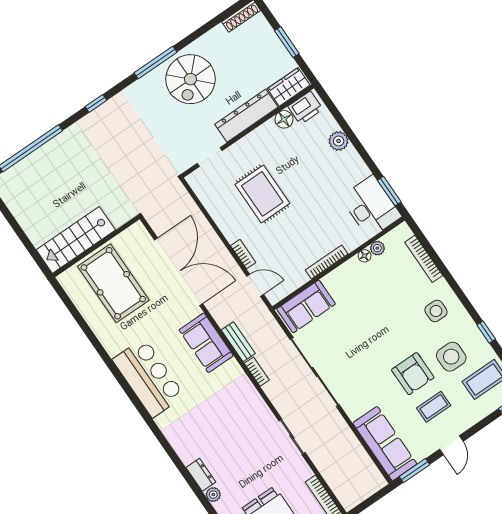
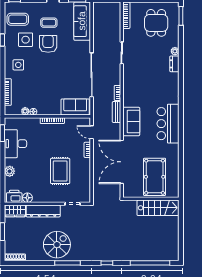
desk: (371, 207) -> (15, 144), moved

